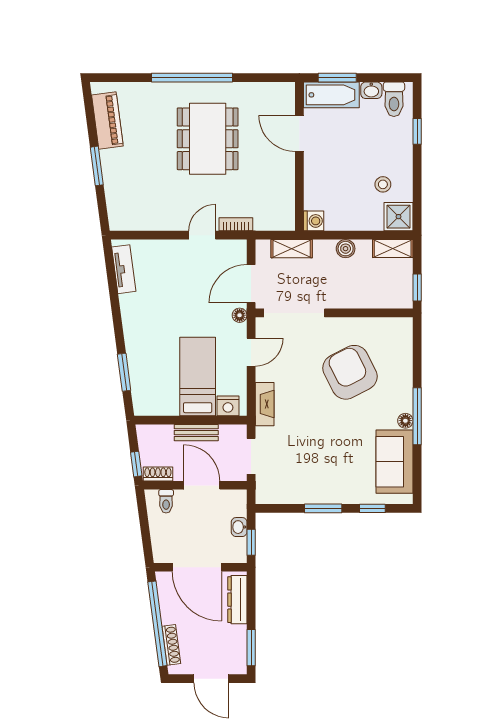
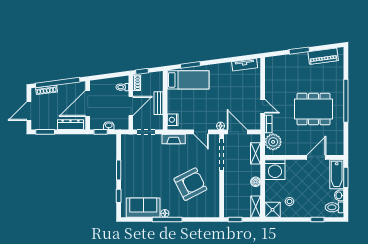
plant: (270, 215) -> (273, 142), added
washing machine: (314, 221) -> (275, 170), width x1.89, depth x1.89
bed: (198, 377) -> (188, 80), moved

